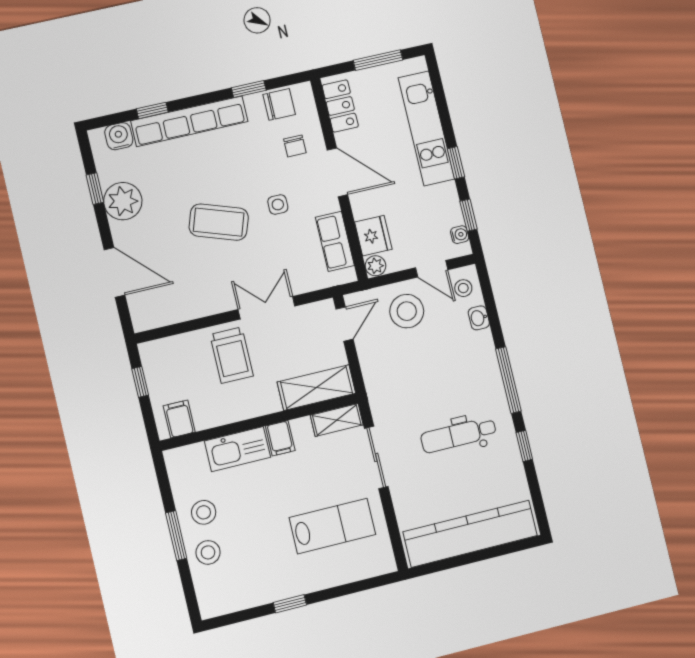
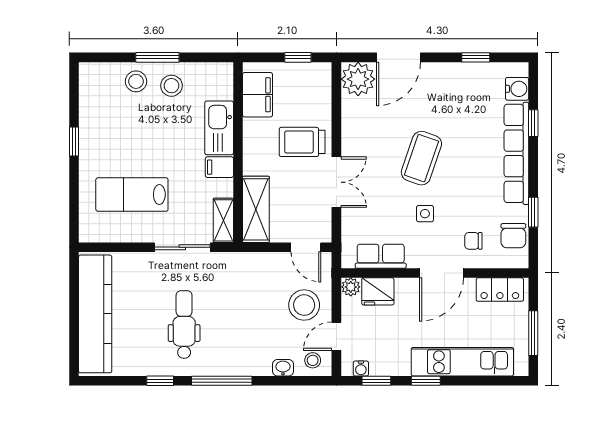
plant: (123, 201) -> (358, 79), moved
filing cabinet: (179, 419) -> (258, 95), width x2.00
lab bench: (332, 526) -> (132, 195), turned 90

